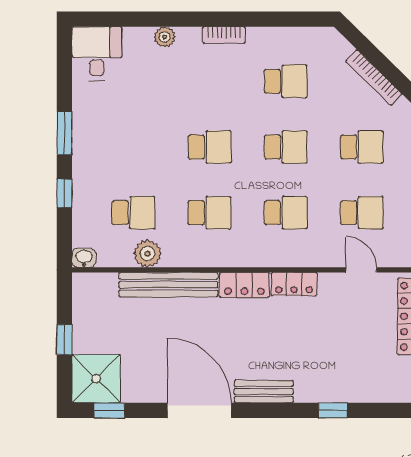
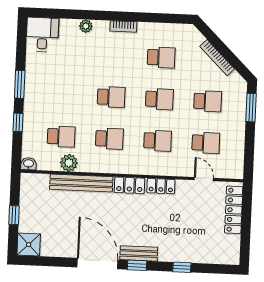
shower: (96, 379) -> (29, 245), width x0.73, depth x0.73
window: (109, 410) -> (137, 265), moved

